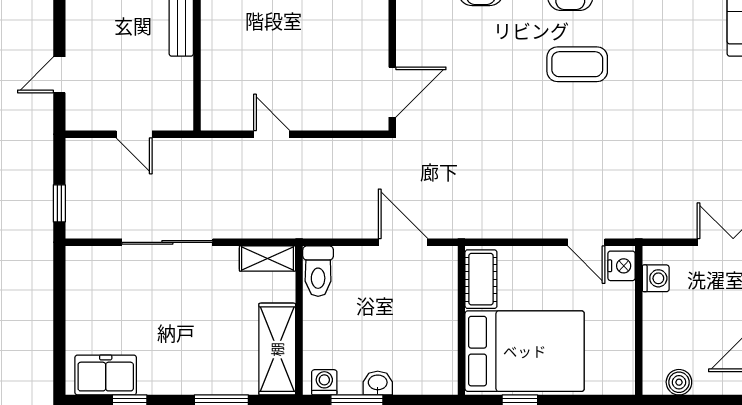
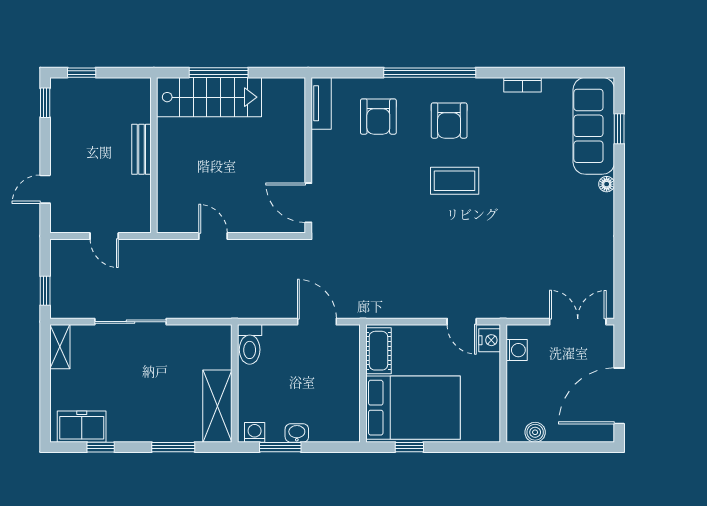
door: (392, 92) -> (308, 203), swing flipped
shelving: (267, 259) -> (60, 347), moved, turned 90

